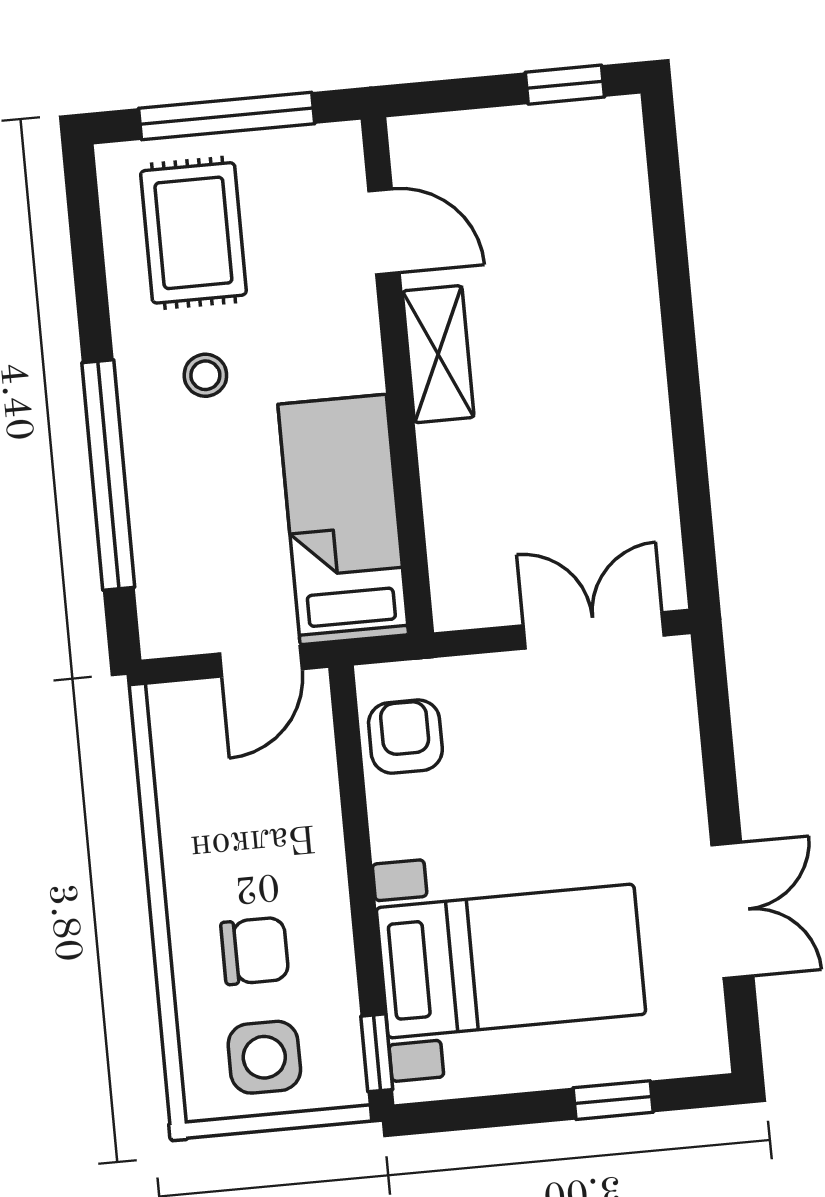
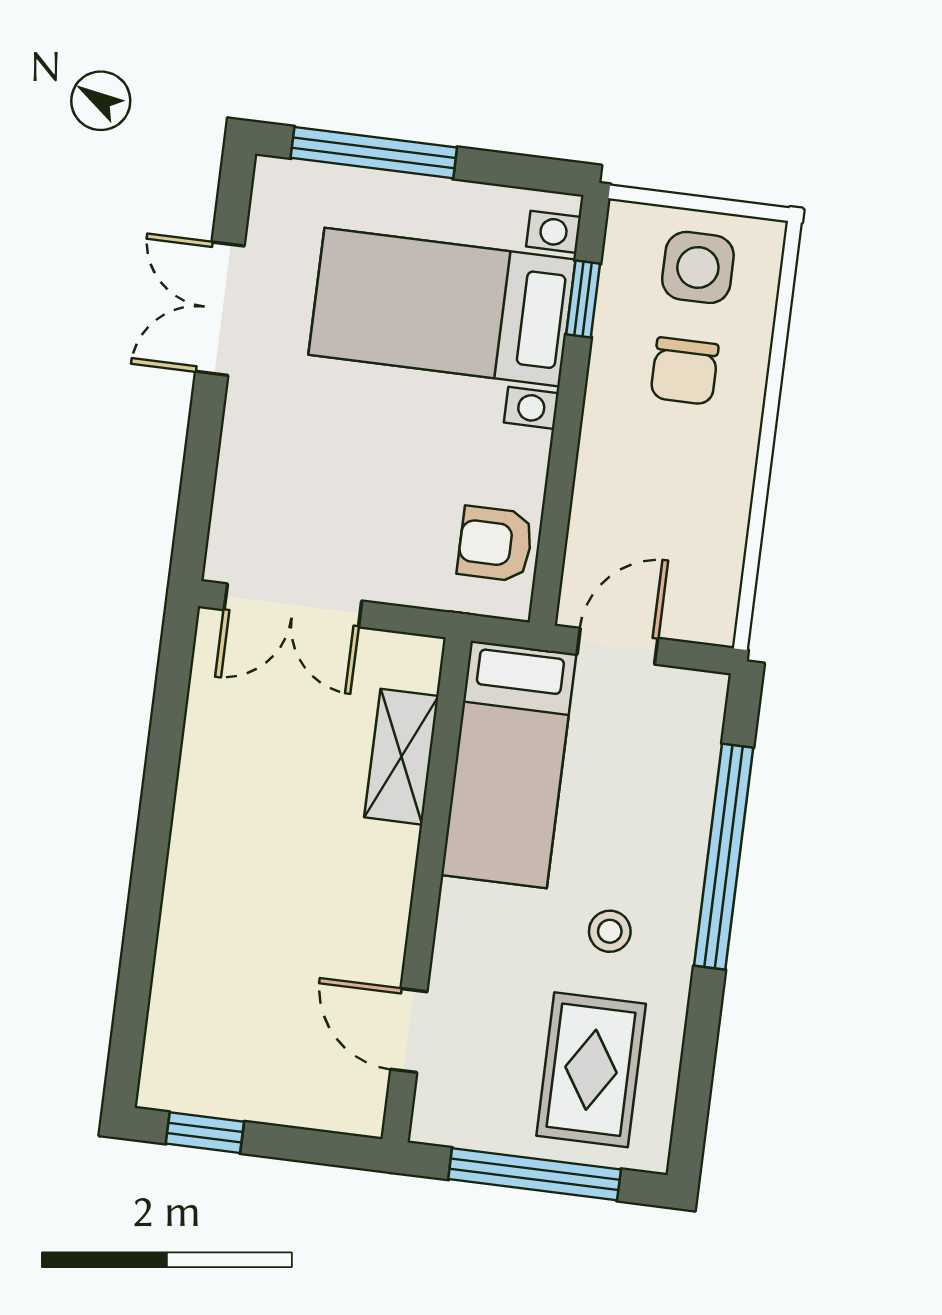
shelving: (438, 354) -> (401, 757), moved
armchair: (405, 737) -> (495, 544), turned 90
chair: (255, 951) -> (684, 371), turned -90
window: (377, 1053) -> (583, 299), moved
window: (613, 1100) -> (374, 153), width x2.17

